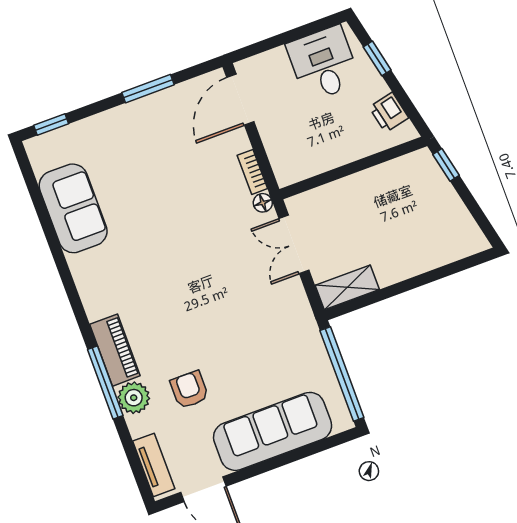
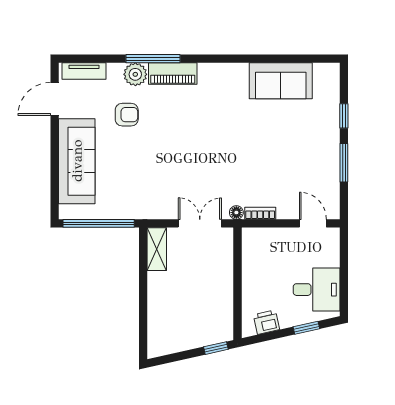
door: (240, 100) -> (313, 223), width x0.73
window: (51, 124) -> (344, 116), moved

